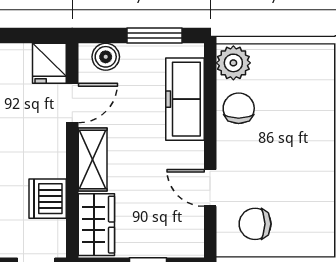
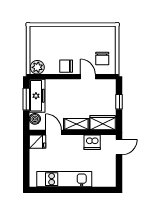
freezer: (185, 99) -> (37, 96), moved, turned -90
chair: (239, 108) -> (66, 66), moved
door: (210, 188) -> (88, 77), swing flipped

